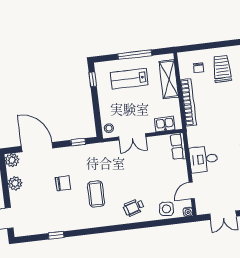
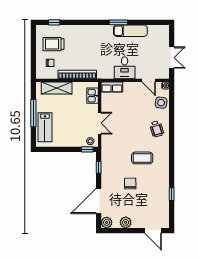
window: (93, 79) -> (87, 149), moved
lab bench: (129, 79) -> (45, 127), moved

